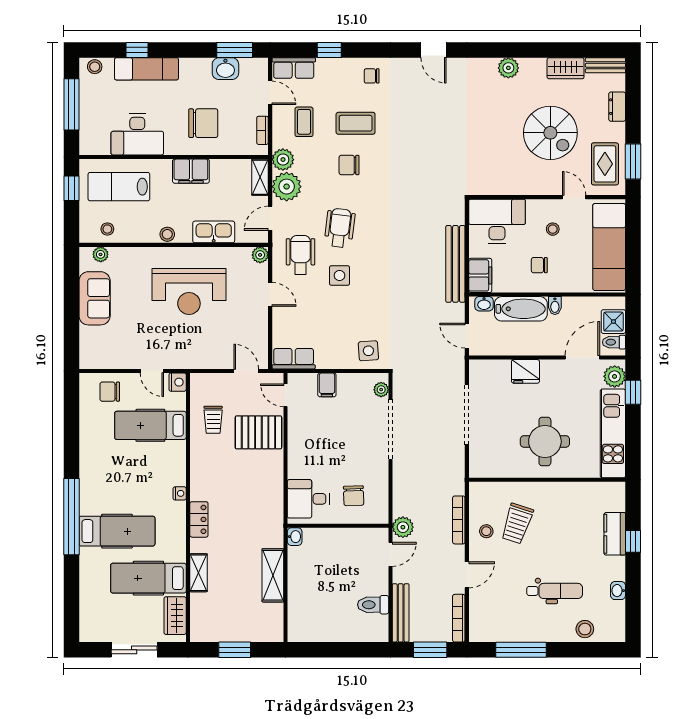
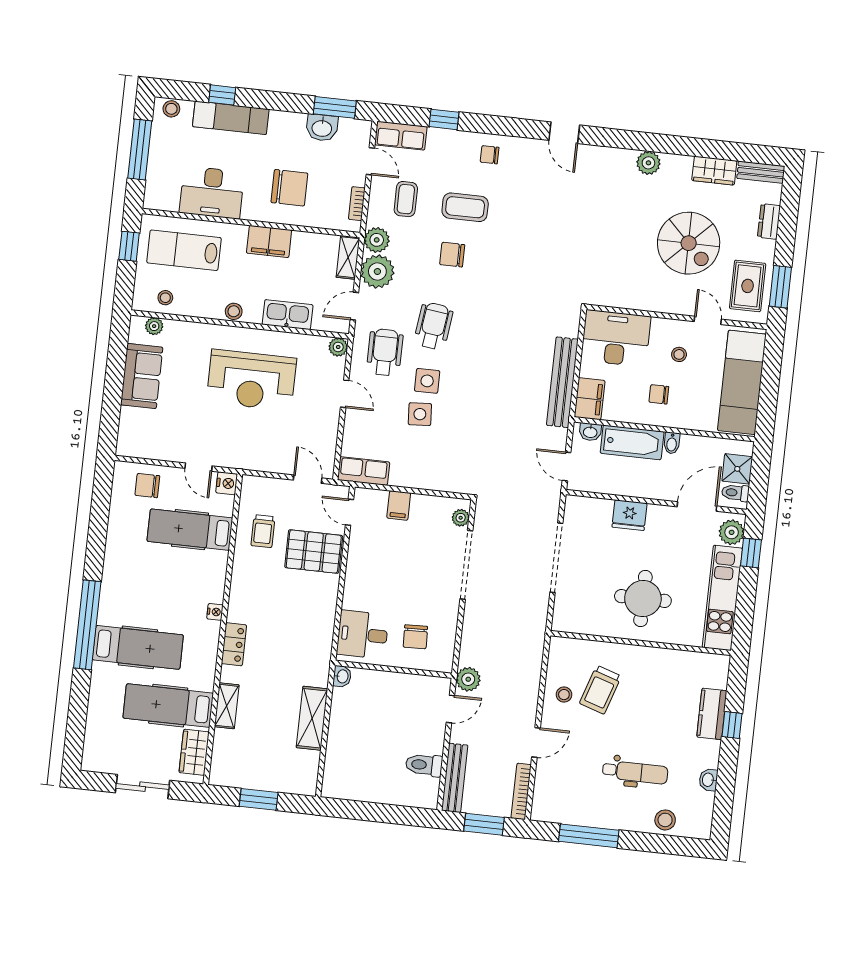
side table: (368, 351) -> (420, 414), moved
bookcase: (459, 520) -> (534, 678), removed

